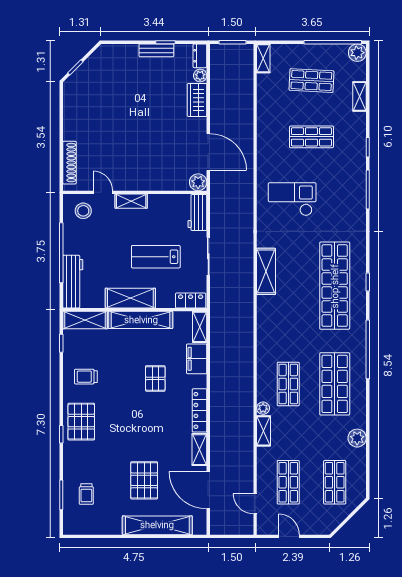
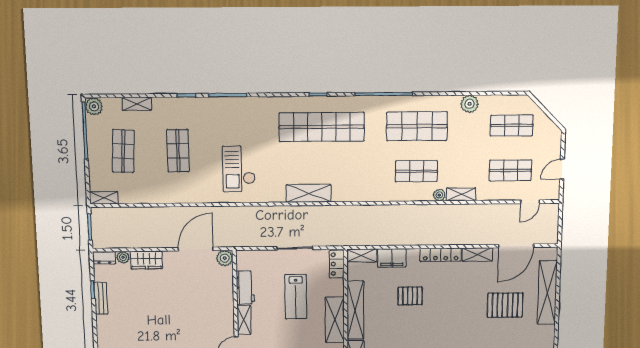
workbench: (197, 212) -> (245, 288), moved, turned -90

